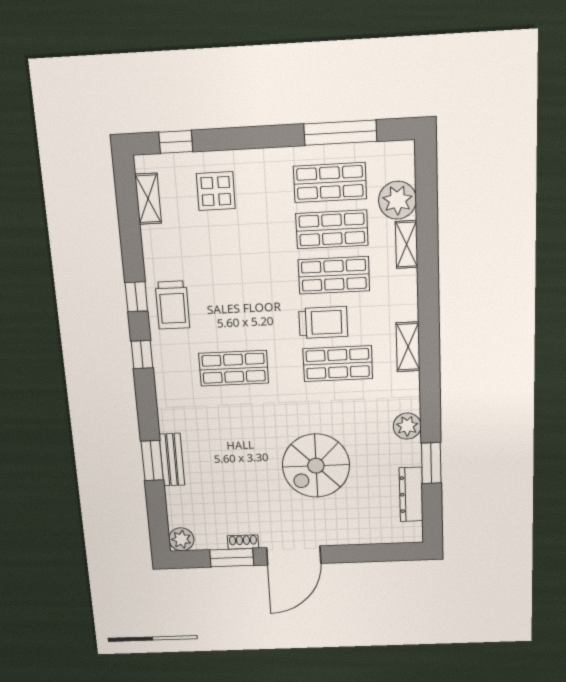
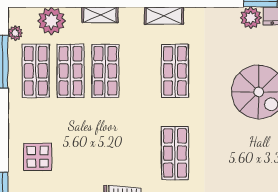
plant: (380, 151) -> (15, 33), added
shelving: (407, 244) -> (100, 15), moved
trolley: (323, 322) -> (142, 81), removed
plant: (407, 426) -> (251, 18), moved

